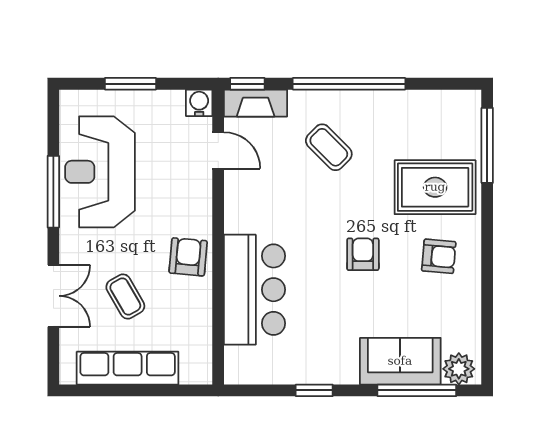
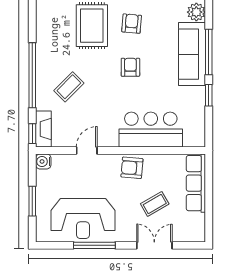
door: (218, 150) -> (87, 150), moved
armchair: (363, 254) -> (130, 67), turned 90
sofa: (400, 361) -> (192, 54), width x1.36
row of seats: (128, 368) -> (196, 183), moved
window: (417, 390) -> (209, 52), moved

